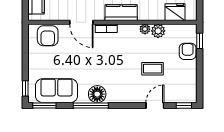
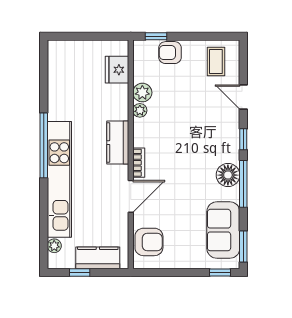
coffee table: (153, 69) -> (216, 62), moved
window: (184, 105) -> (243, 139), moved

